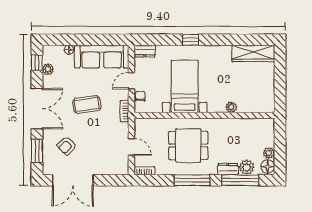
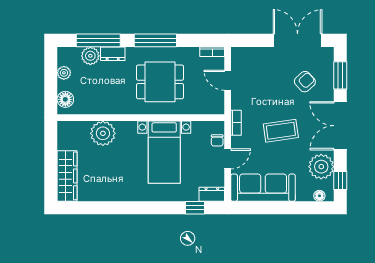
window: (191, 40) -> (195, 208), moved
floor lamp: (69, 50) -> (319, 196), moved
wardrobe: (253, 53) -> (67, 176), moved, turned 90
plant: (48, 69) -> (321, 167), width x1.88, depth x1.88
plant: (231, 107) -> (103, 133), width x1.88, depth x1.88
floor lamp: (268, 167) -> (65, 99), moved

